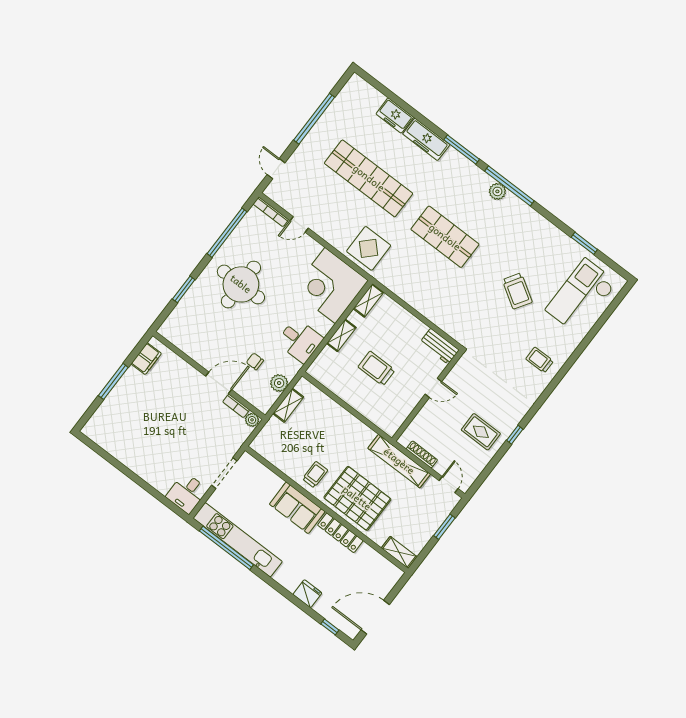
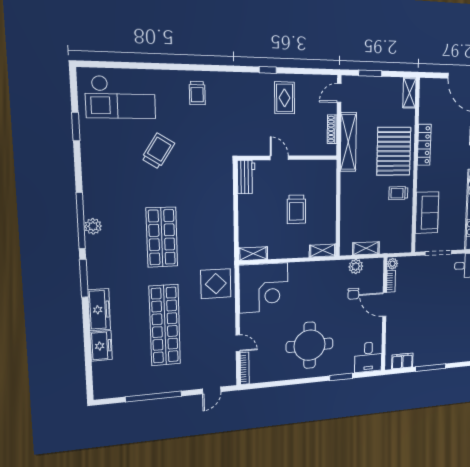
window: (227, 233) -> (282, 383), removed
shelving: (341, 335) -> (323, 251), moved
desk: (300, 340) -> (368, 357), moved, turned 180
sofa: (297, 508) -> (427, 213), moved

